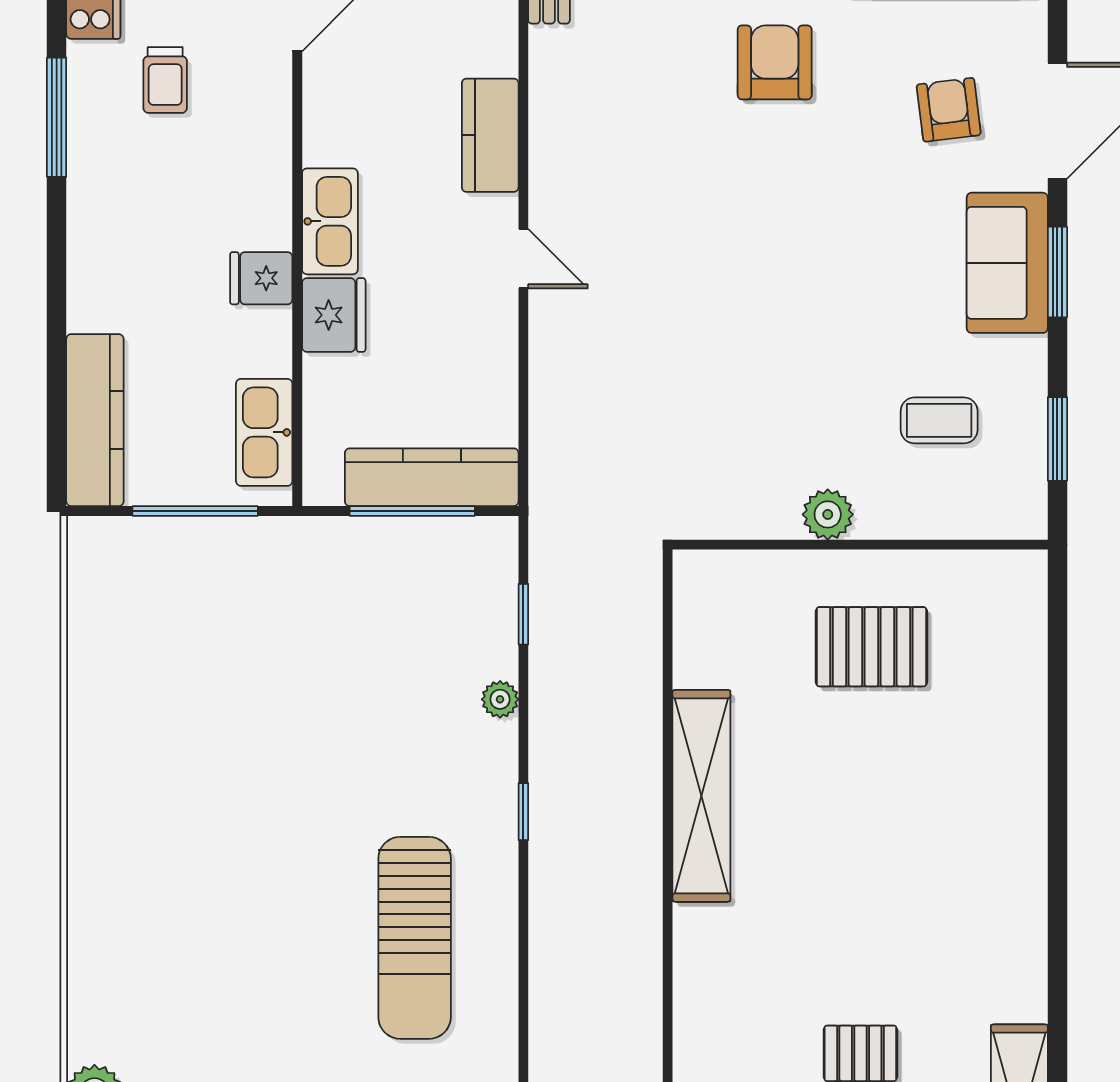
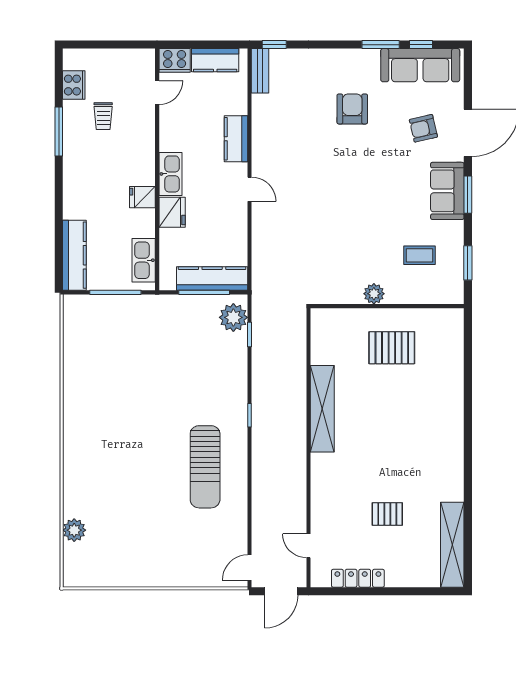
armchair: (949, 110) -> (423, 128), turned -96
plant: (500, 699) -> (233, 317), moved, width x1.87, depth x1.87

